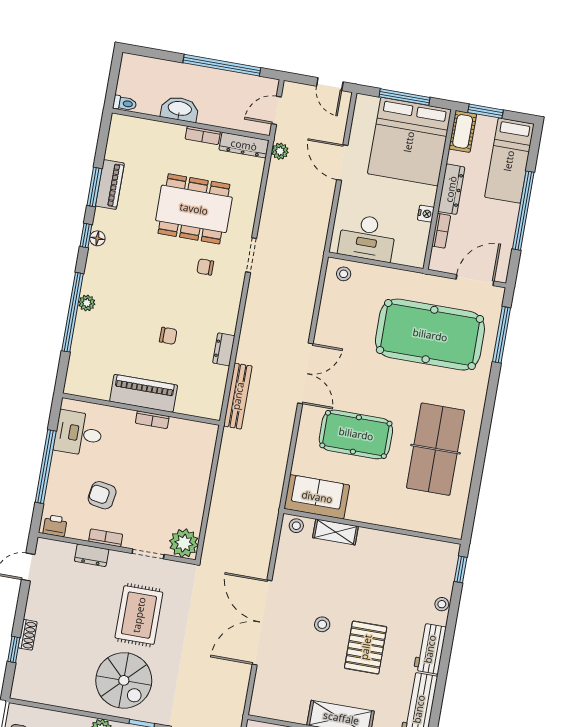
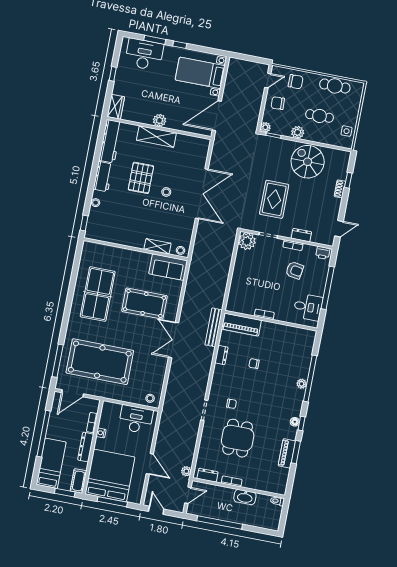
dresser: (244, 145) -> (208, 475), width x0.70
dining table: (194, 209) -> (238, 438), width x0.73
piano: (144, 393) -> (241, 325), moved
spiral stairs: (124, 680) -> (308, 162), moved

